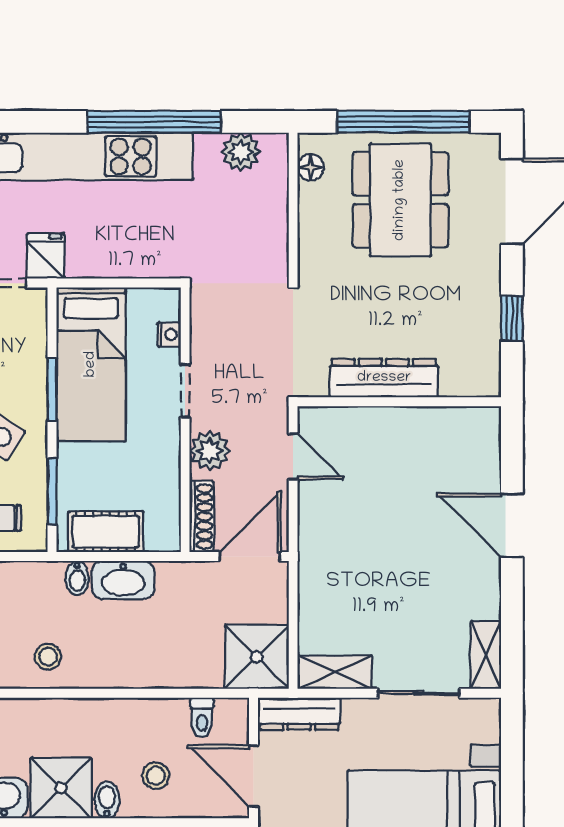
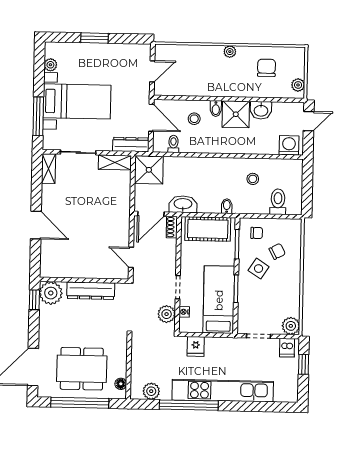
dining table: (400, 200) -> (82, 369), turned 90
fridge: (46, 256) -> (196, 346), moved
window: (512, 318) -> (34, 300), moved
plant: (475, 371) -> (51, 293), added
plant: (209, 451) -> (167, 314), moved
shoe rack: (202, 516) -> (172, 227), width x0.70
cot: (106, 532) -> (208, 229), width x1.37, depth x1.34
washbasin: (123, 580) -> (183, 204), moved
stool: (48, 657) -> (253, 179), moved
window: (512, 774) -> (38, 116), added

